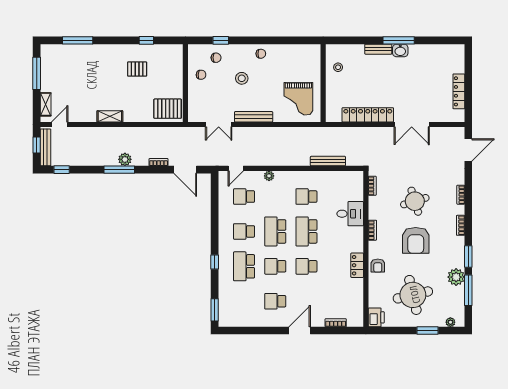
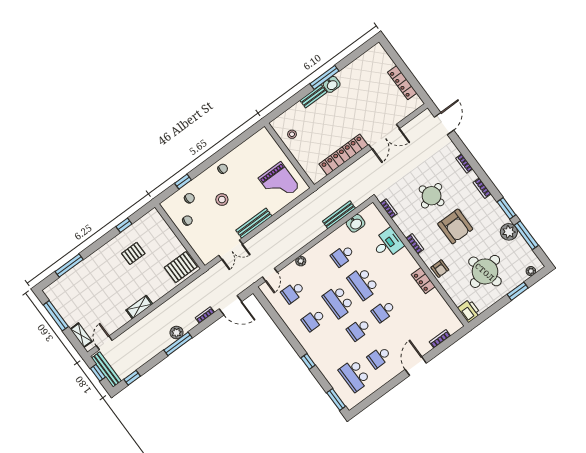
washbasin: (336, 178) -> (356, 223), added
school desk: (244, 266) -> (354, 375), moved

